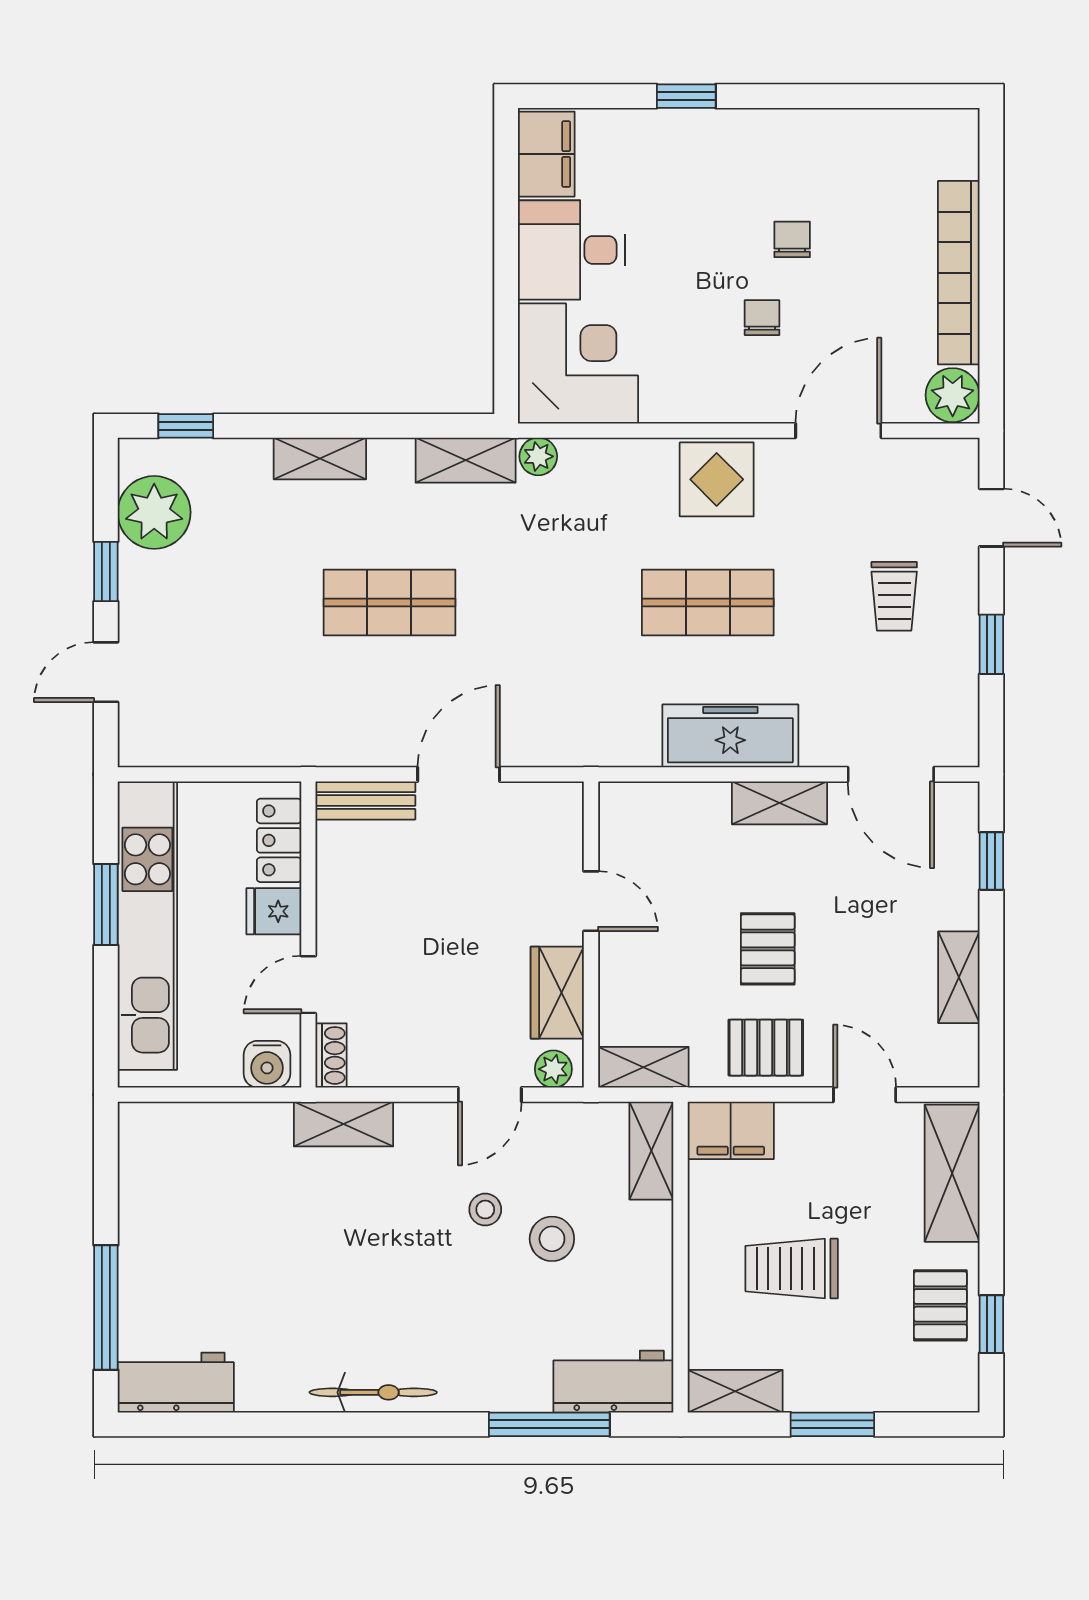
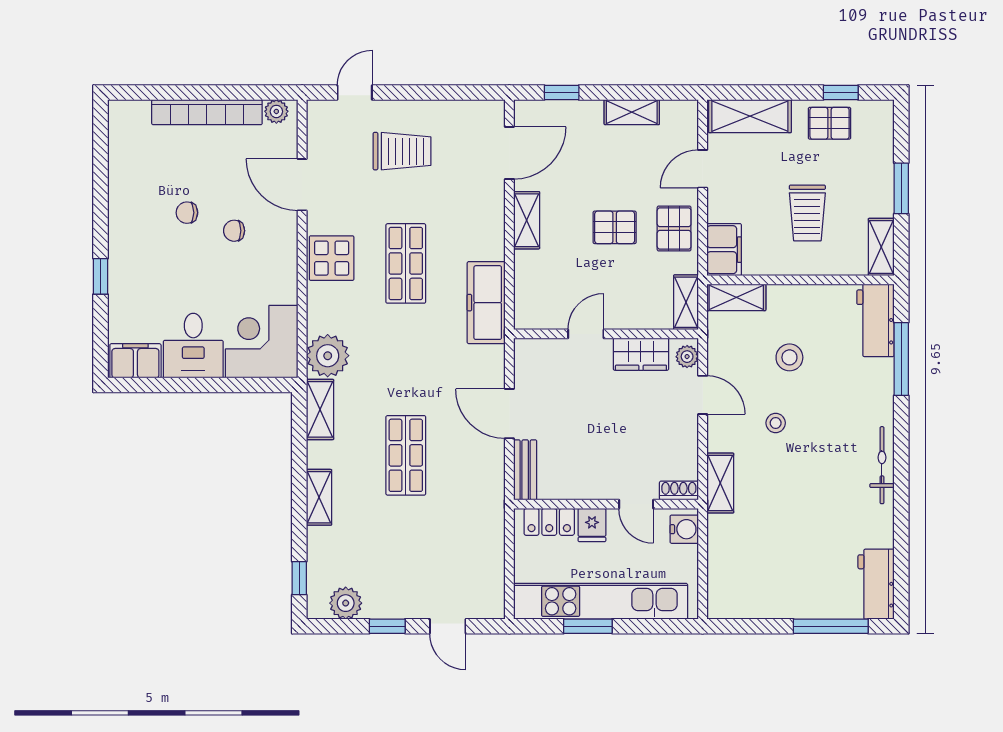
plant: (953, 395) -> (276, 111), width x0.73, depth x0.73
plant: (538, 456) -> (328, 356), width x1.87, depth x1.87
plant: (154, 512) -> (346, 603), width x0.73, depth x0.73
trolley: (894, 596) -> (402, 151), width x1.36, depth x1.39
window: (991, 644) -> (431, 93), removed
freezer: (730, 736) -> (486, 303), moved
stool: (485, 1210) -> (776, 423), moved

